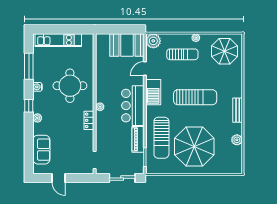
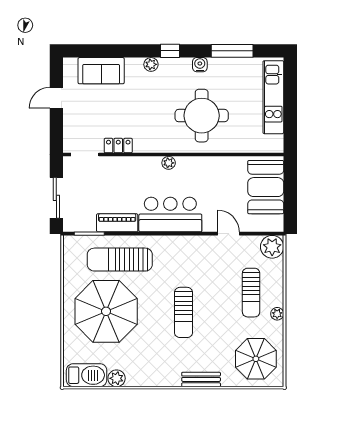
booth: (127, 45) -> (266, 187), moved
barbecue: (153, 92) -> (87, 375), moved, turned 180
sun lounger: (195, 97) -> (184, 312), width x0.73, depth x0.75
bench: (238, 110) -> (201, 379), moved
locker: (89, 120) -> (118, 146), moved

